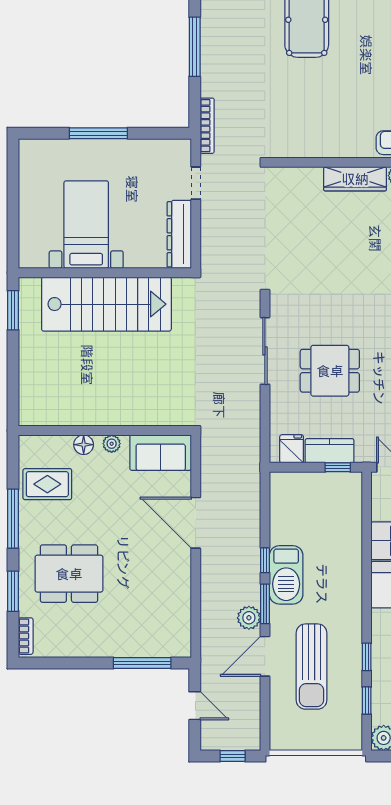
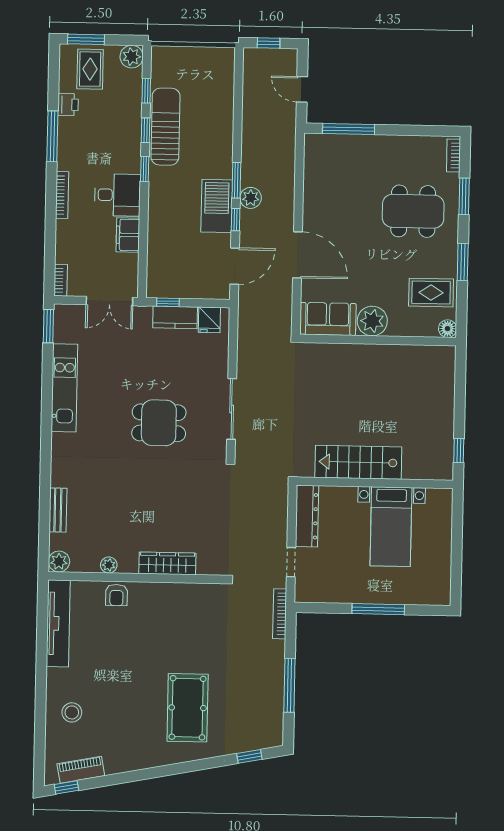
wardrobe: (355, 179) -> (167, 563), moved
stairs: (106, 304) -> (358, 462), width x0.73, depth x0.66
window: (13, 310) -> (459, 451), width x0.67
dining table: (330, 371) -> (159, 423), moved
plant: (112, 444) -> (372, 321), width x1.87, depth x1.87
floor lamp: (84, 445) -> (448, 329), moved
window: (13, 519) -> (463, 262), width x0.69
window: (367, 614) -> (145, 169), added
plant: (249, 618) -> (251, 198), moved
door: (265, 656) -> (235, 266), moved
sun lounger: (312, 667) -> (165, 127), moved

